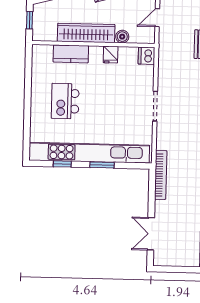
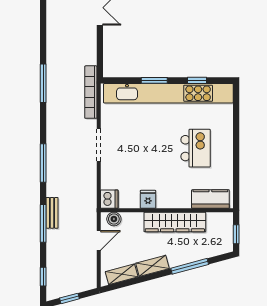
boiler: (122, 37) -> (114, 219), moved
kitchen counter: (71, 54) -> (210, 199), moved
bookcase: (161, 175) -> (91, 92), moved

